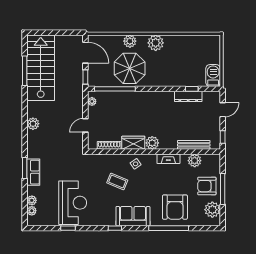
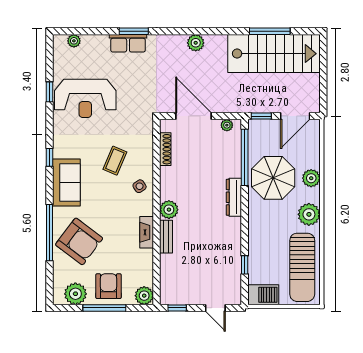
sun lounger: (193, 48) -> (302, 267), added
dresser: (188, 96) -> (234, 197), moved
door: (85, 125) -> (193, 116), width x1.87
wardrobe: (133, 143) -> (169, 183), removed
bench: (194, 145) -> (166, 237), moved, width x0.73
plant: (195, 161) -> (144, 296), moved
plant: (32, 200) -> (88, 41), removed
armchair: (175, 207) -> (79, 241), turned -143

